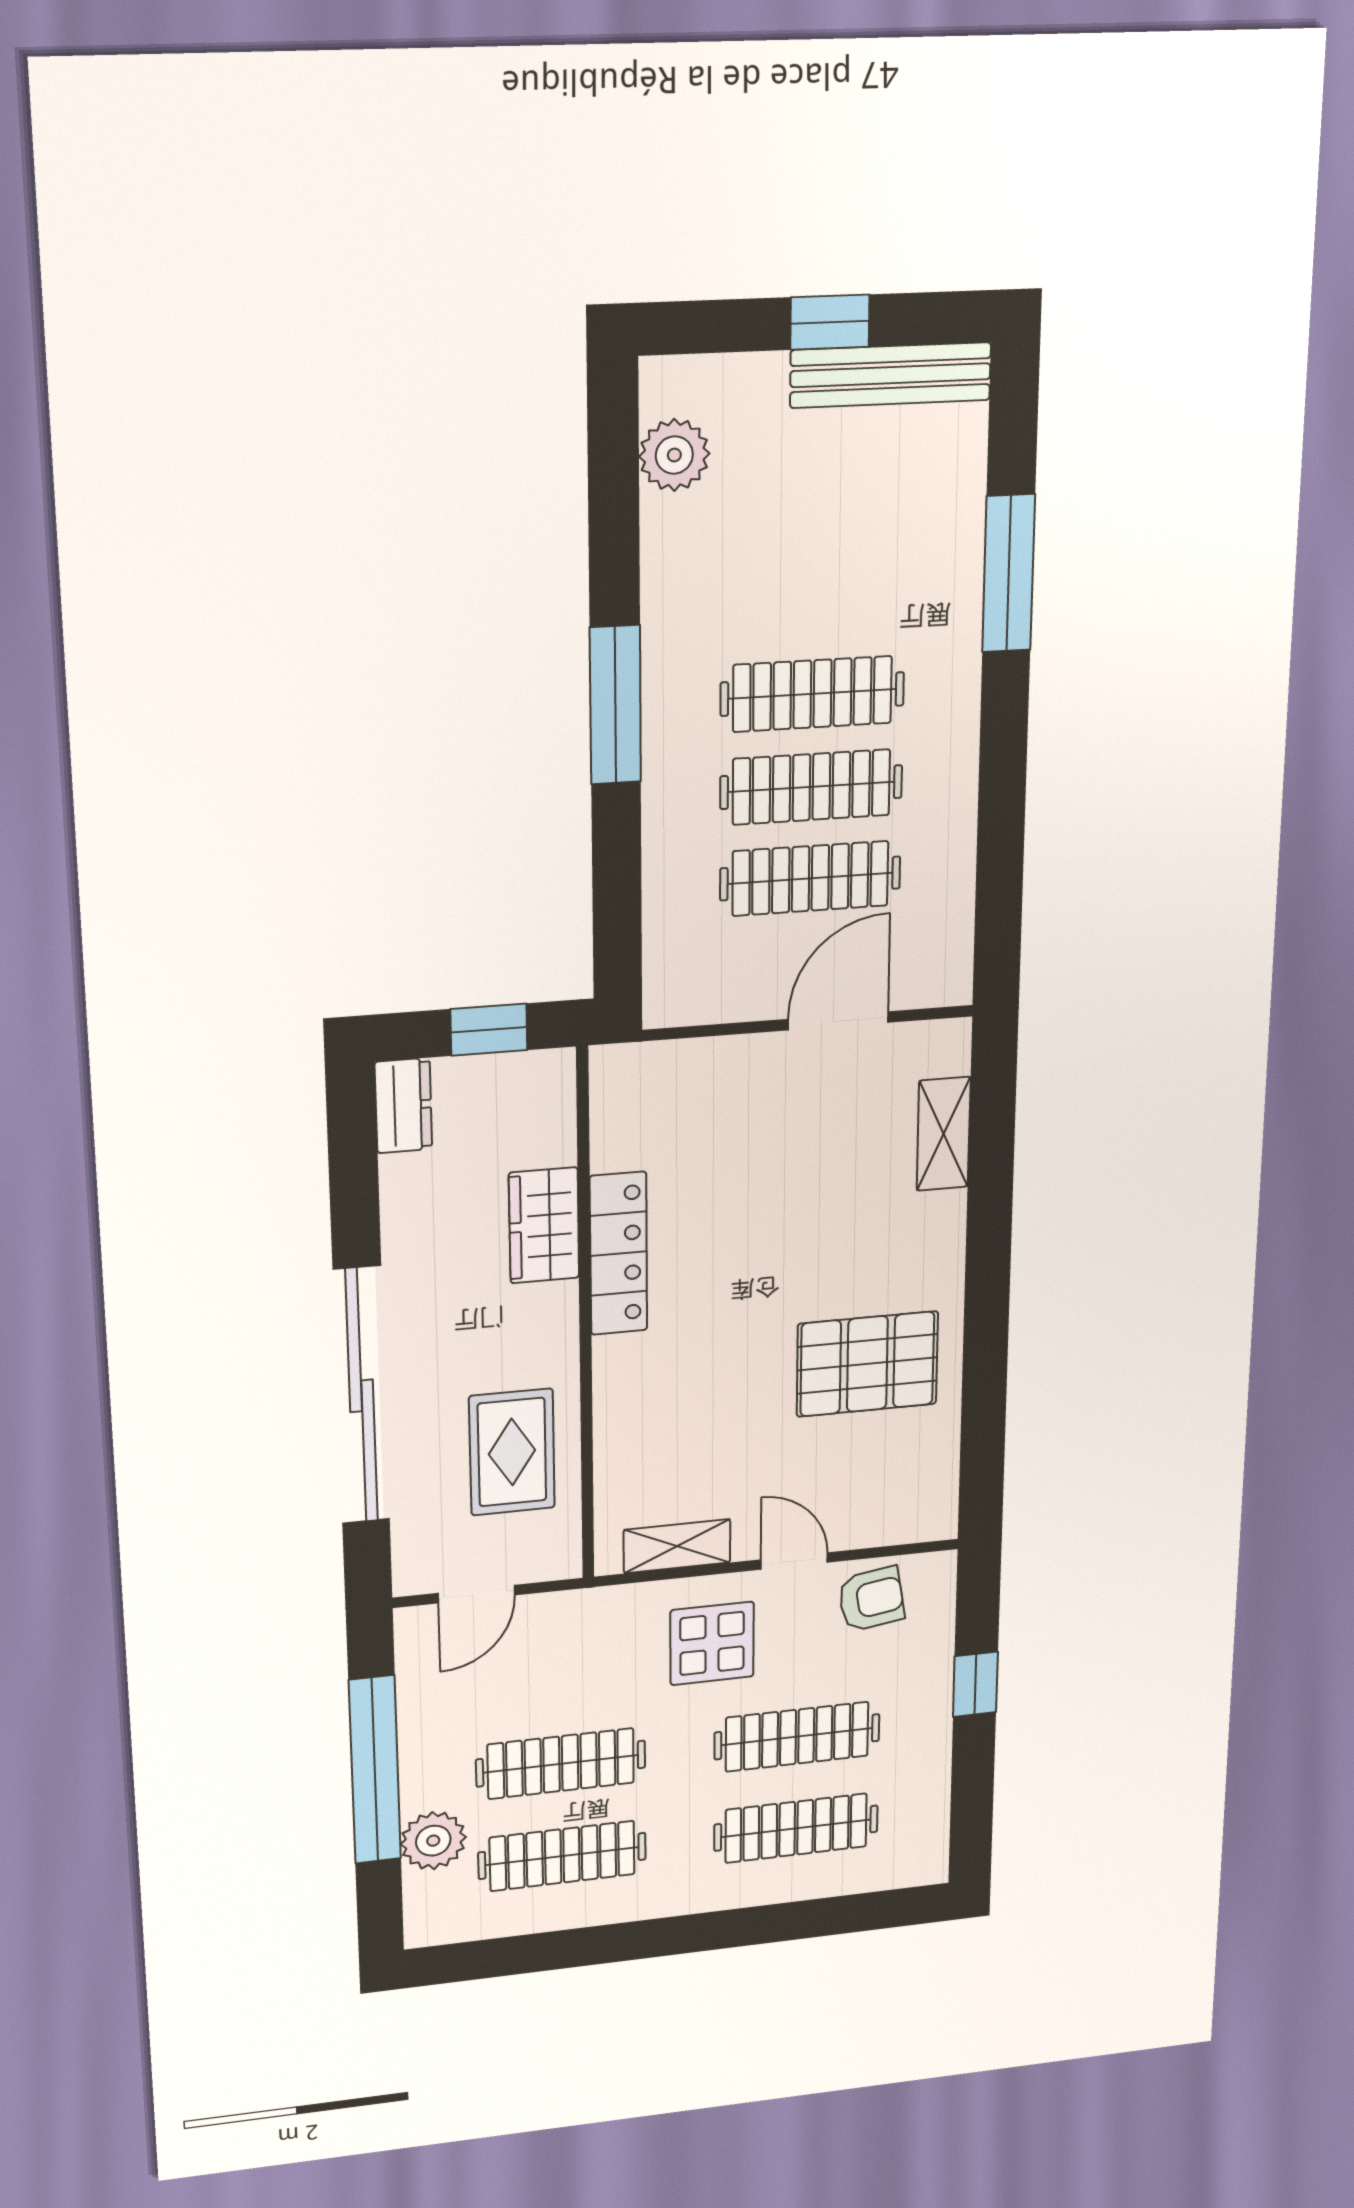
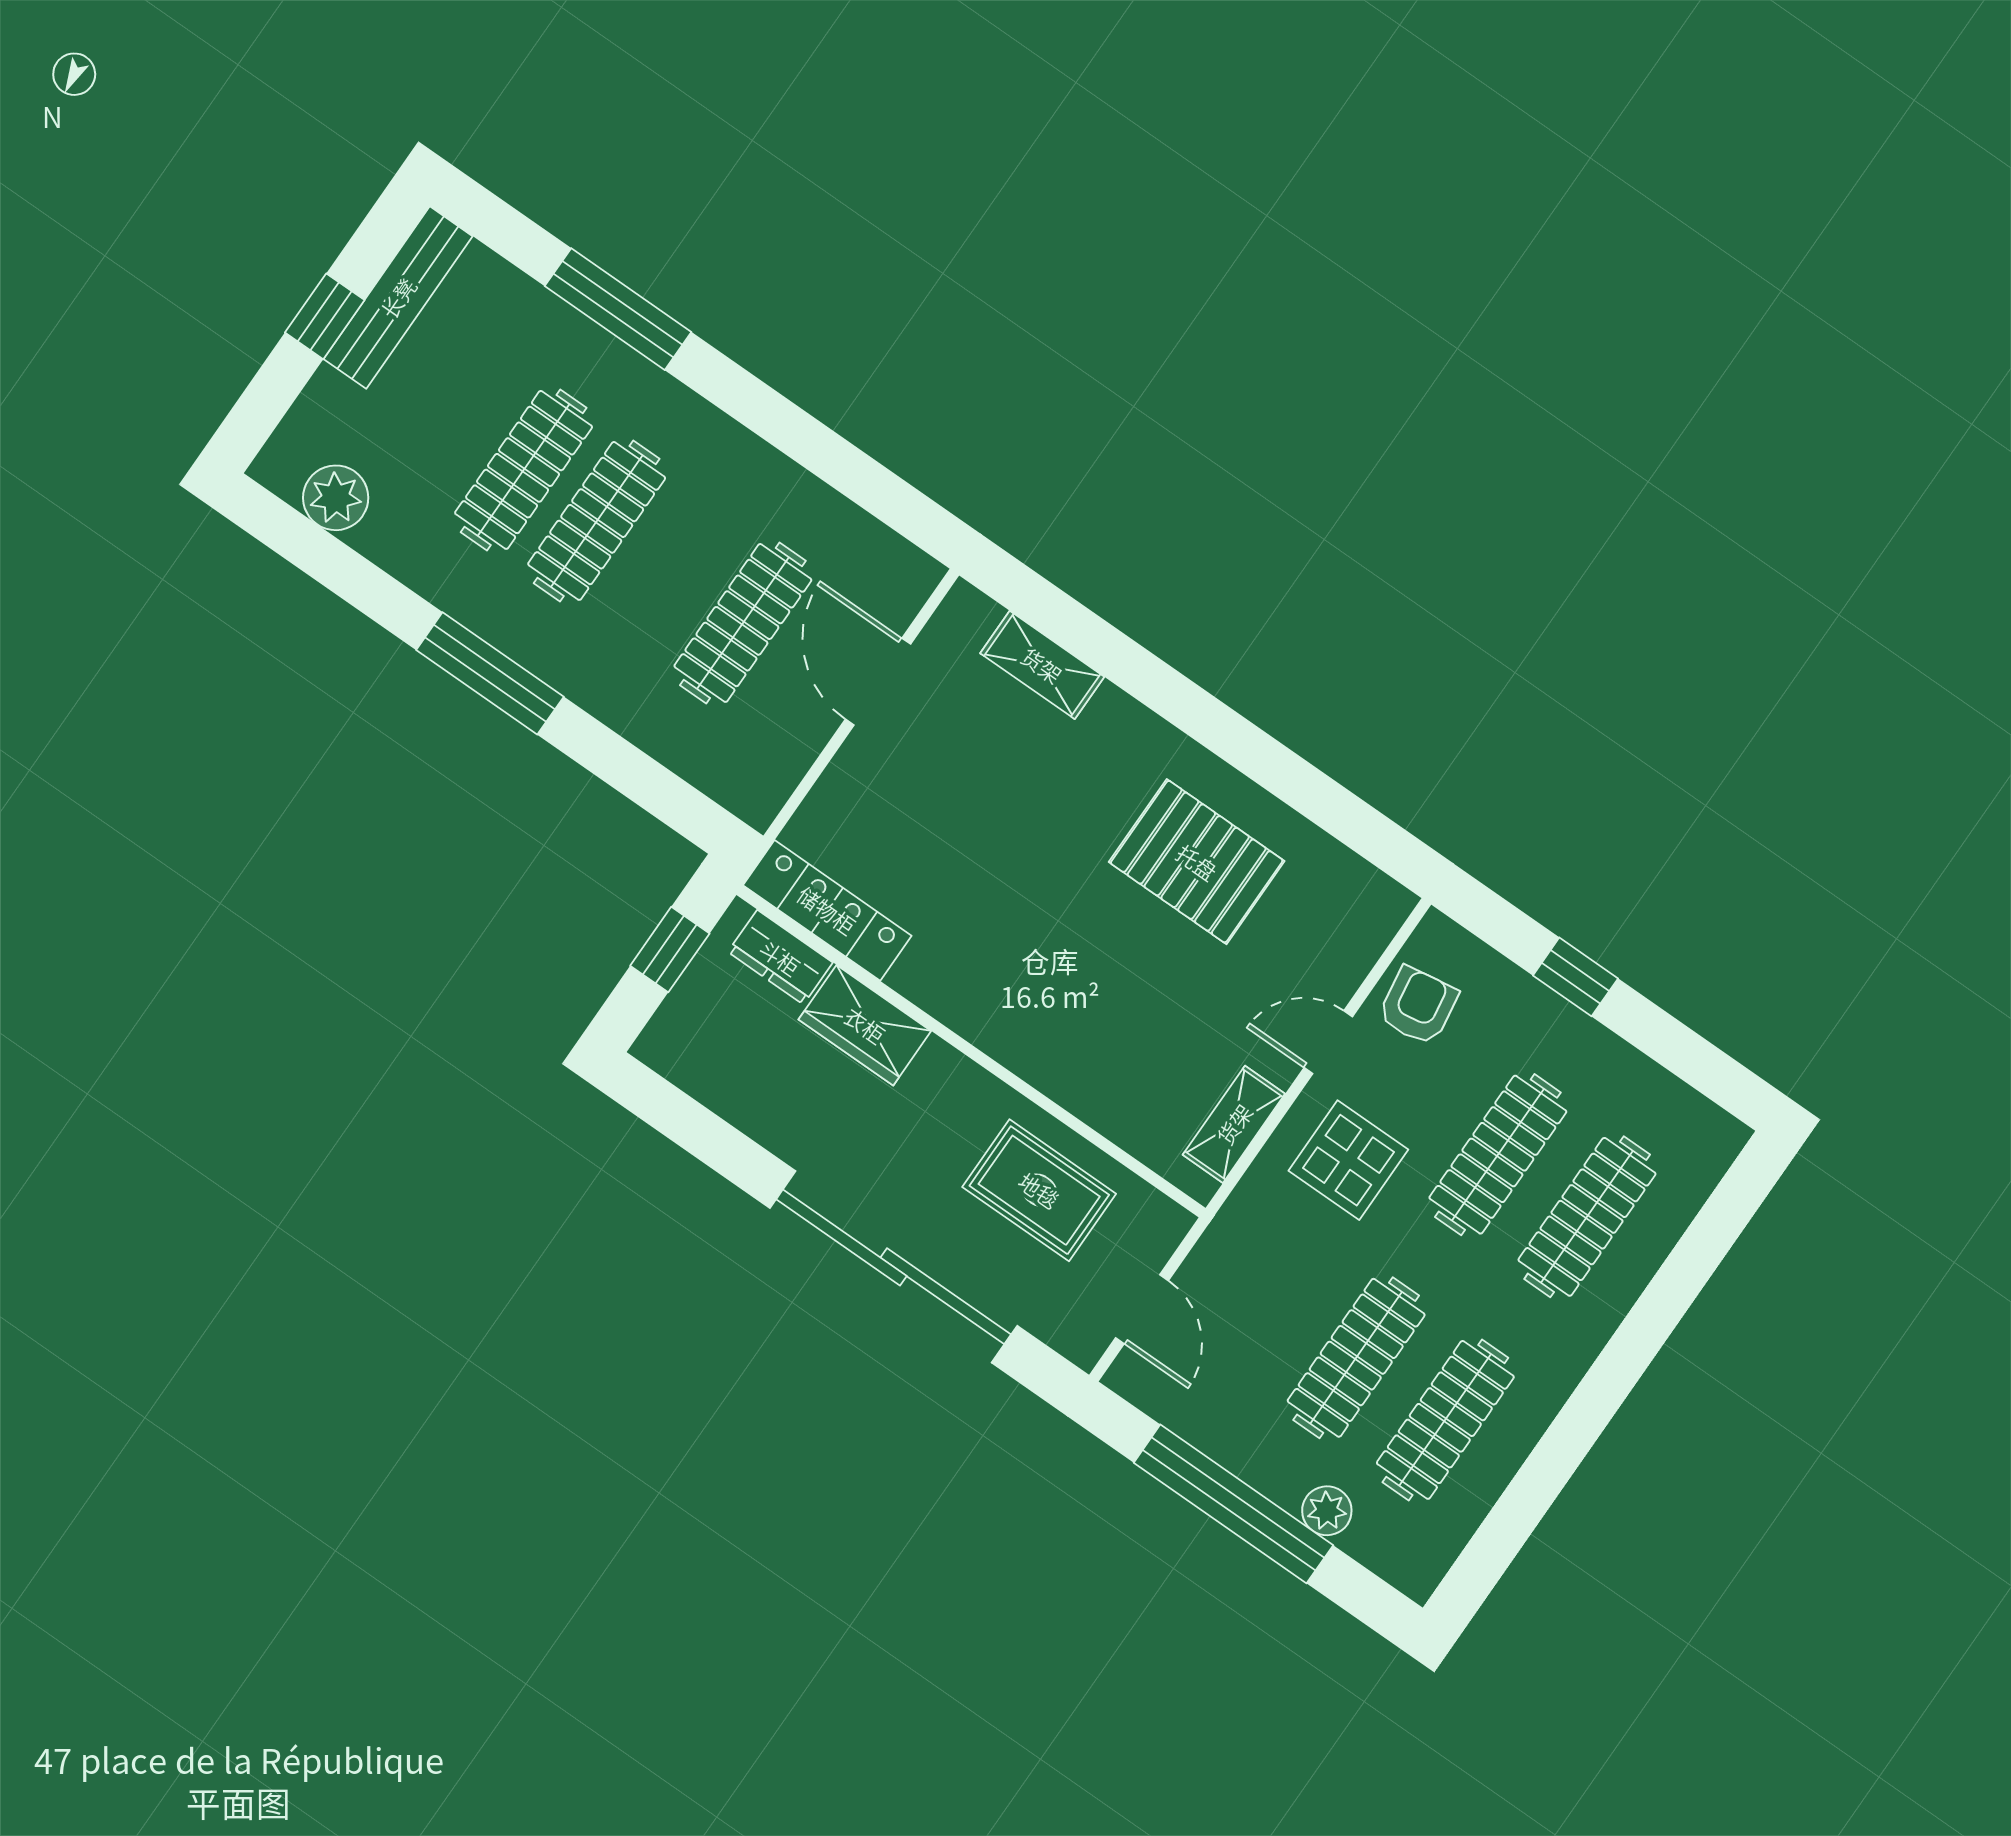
clothes rail: (811, 787) -> (524, 470), moved
dresser: (403, 1106) -> (780, 957), moved, turned 180
locker: (619, 1254) -> (827, 910), moved
pallet: (867, 1364) -> (1197, 862), turned 90
plant: (433, 1841) -> (1327, 1511), width x0.73, depth x0.73

